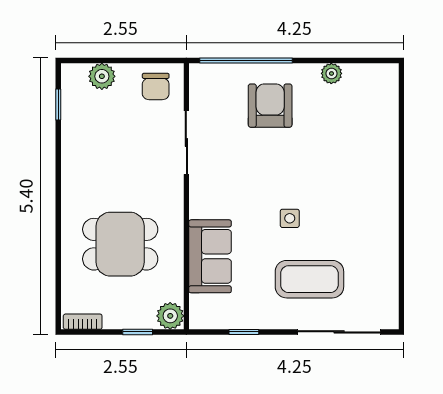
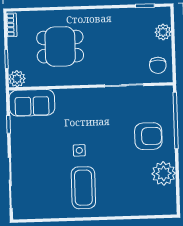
plant: (331, 73) -> (164, 173), width x1.88, depth x1.88
chair: (156, 87) -> (158, 65), turned -90
dining table: (120, 244) -> (60, 47), turned 90
sofa: (210, 256) -> (32, 103), moved
coffee table: (309, 279) -> (83, 188), moved

